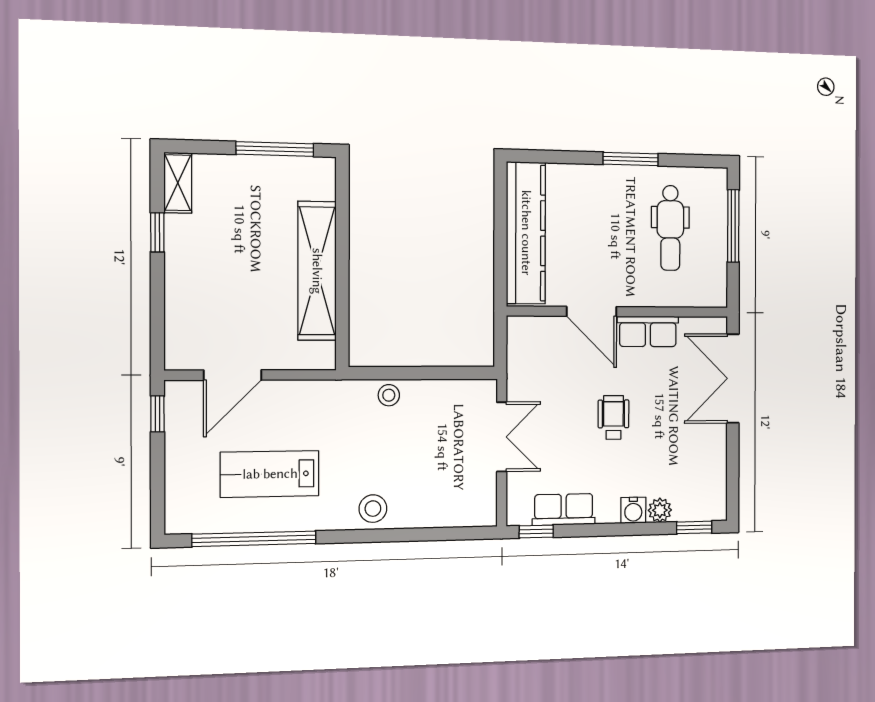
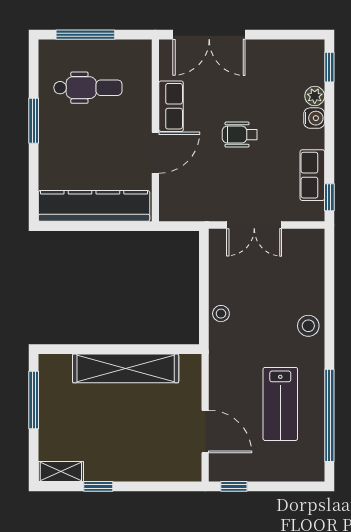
double door: (502, 437) -> (254, 225), swing flipped

